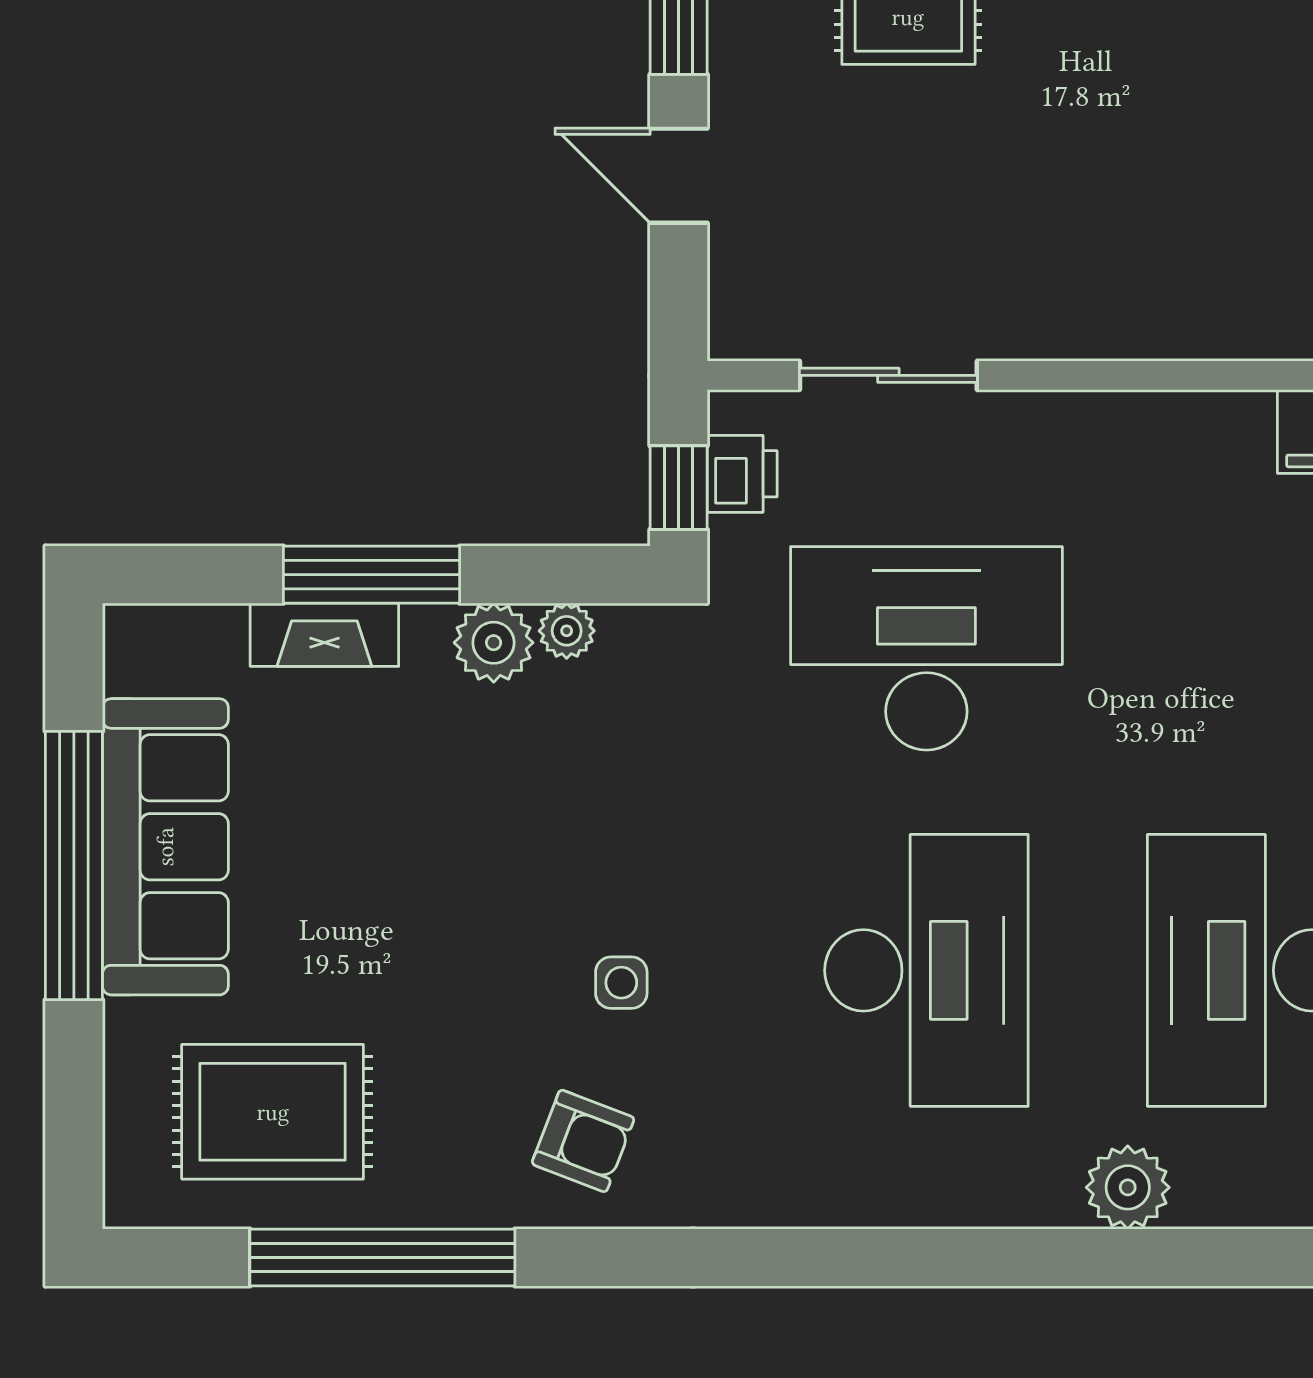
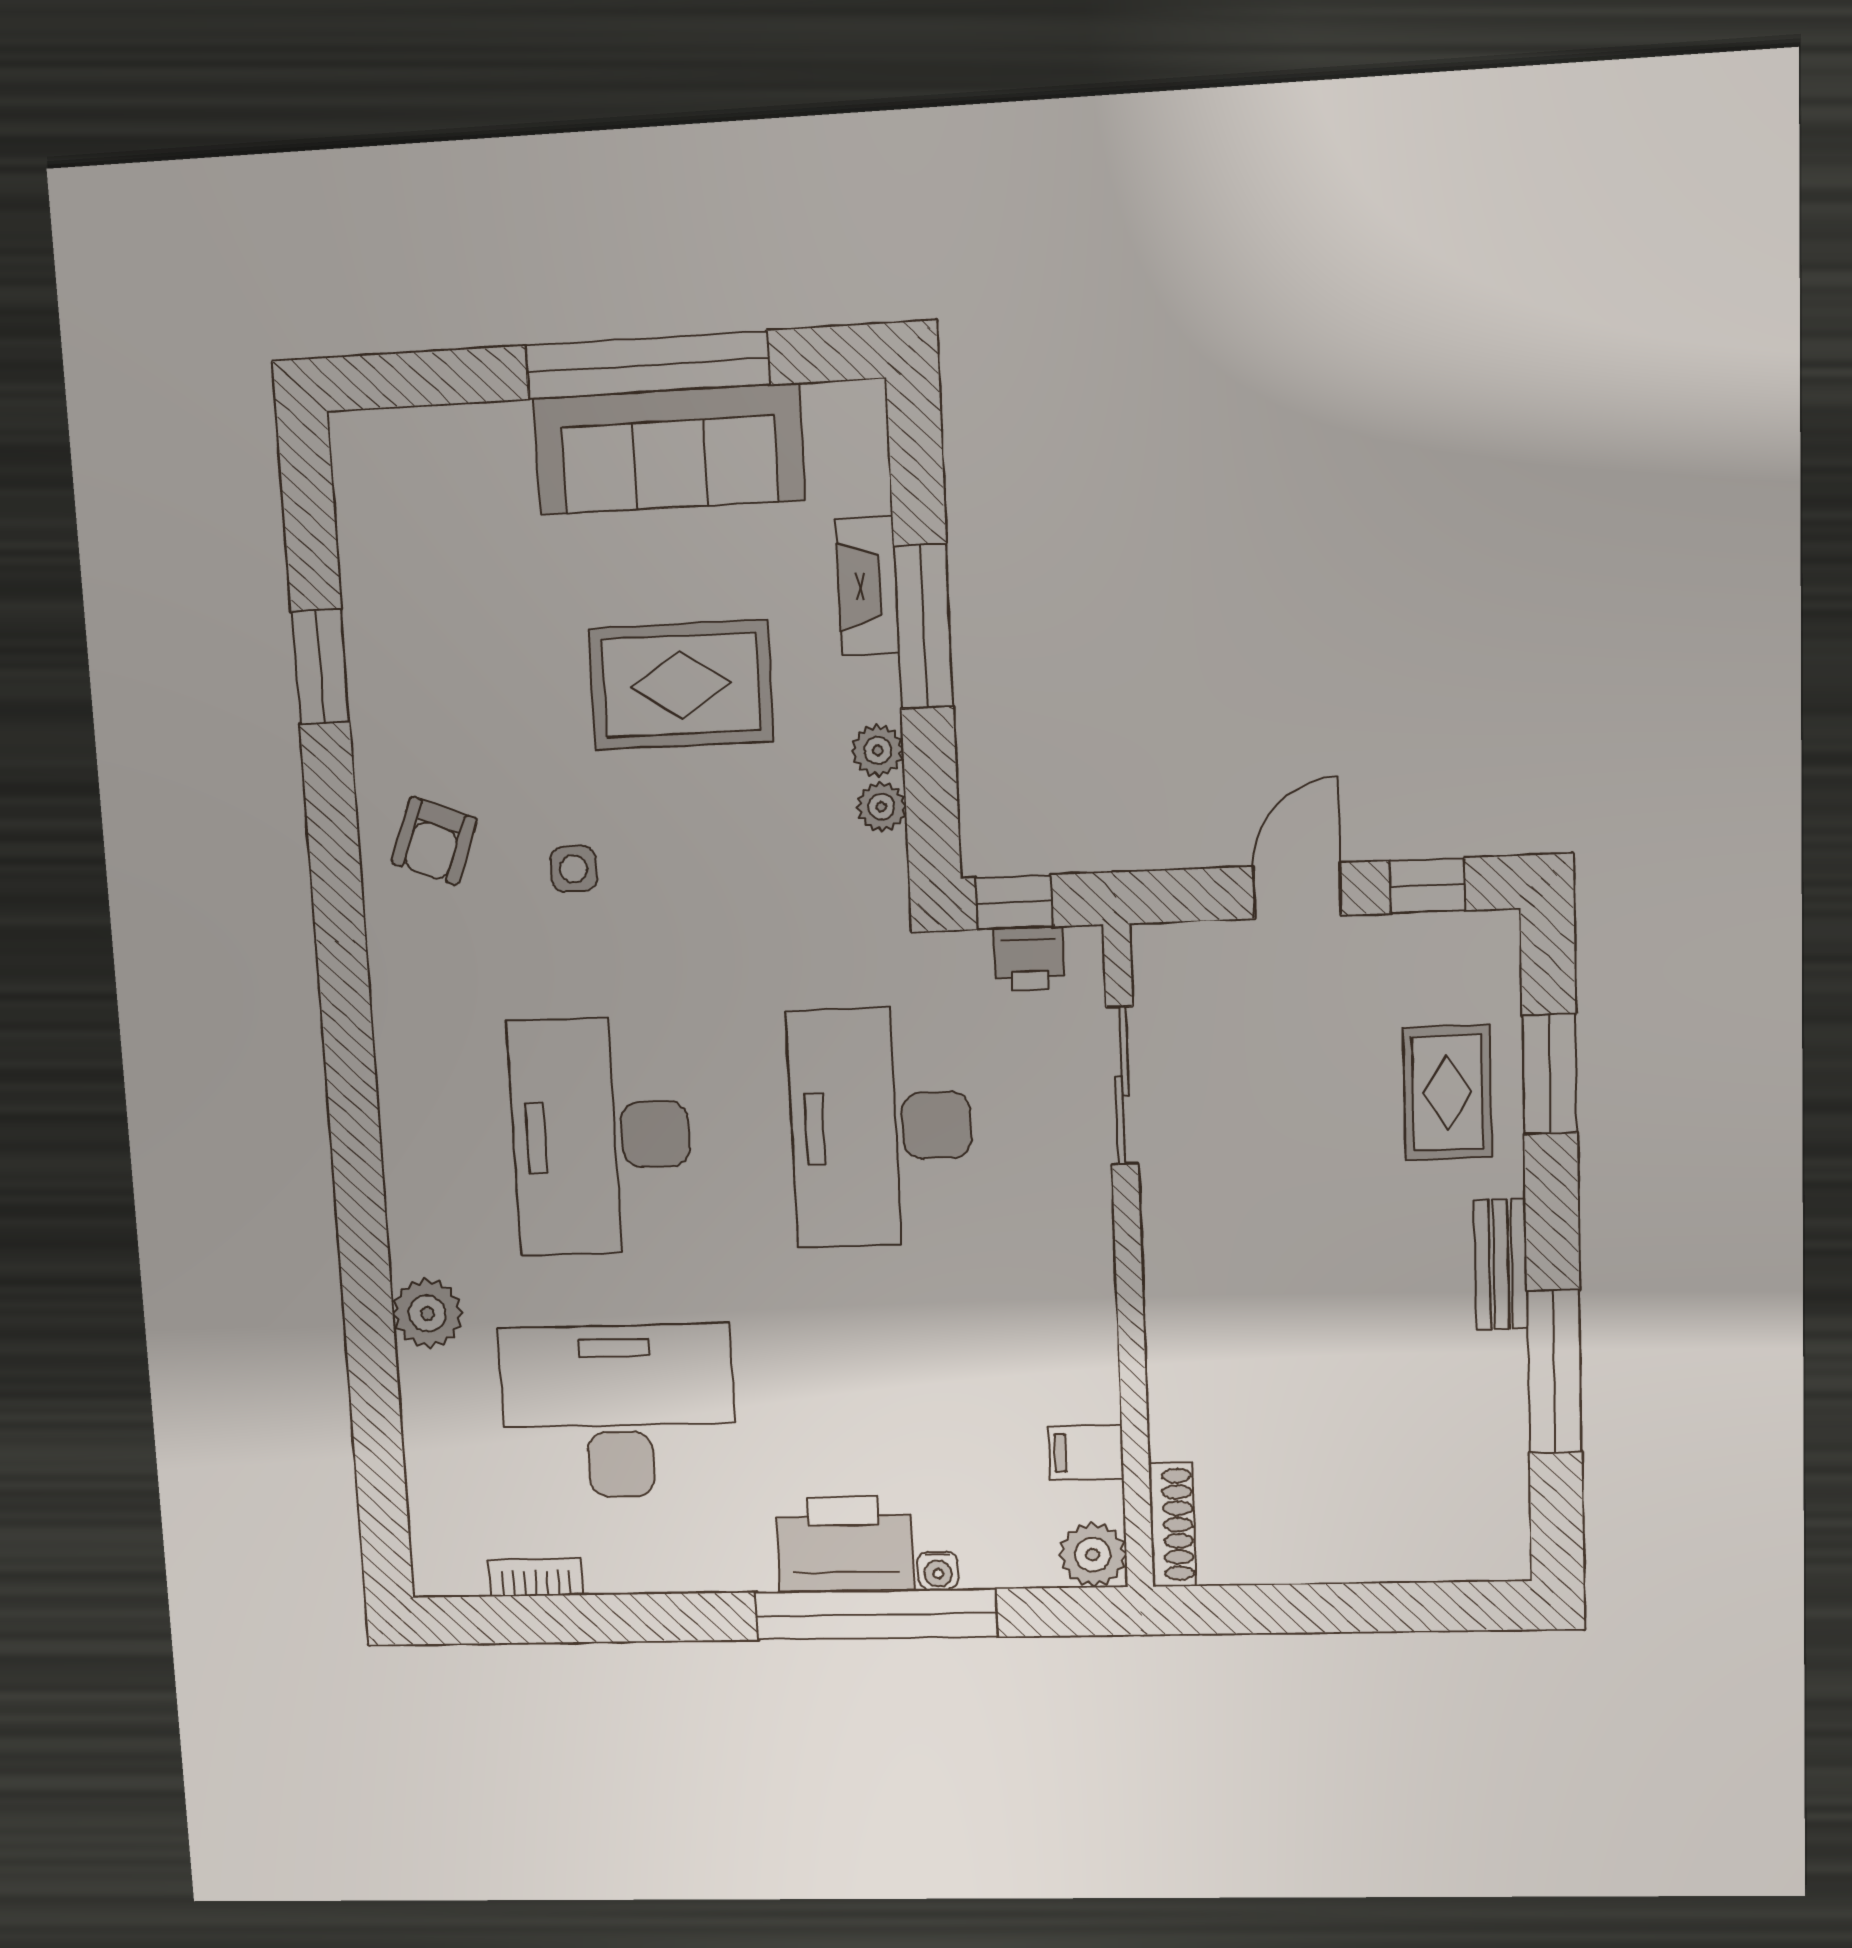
plant: (494, 643) -> (878, 750), width x0.73, depth x0.73
desk: (926, 648) -> (881, 1127), turned 180
desk: (926, 970) -> (601, 1136), turned 90
rug: (273, 1112) -> (681, 685), moved, turned 90
window: (382, 1258) -> (321, 667), width x0.47

